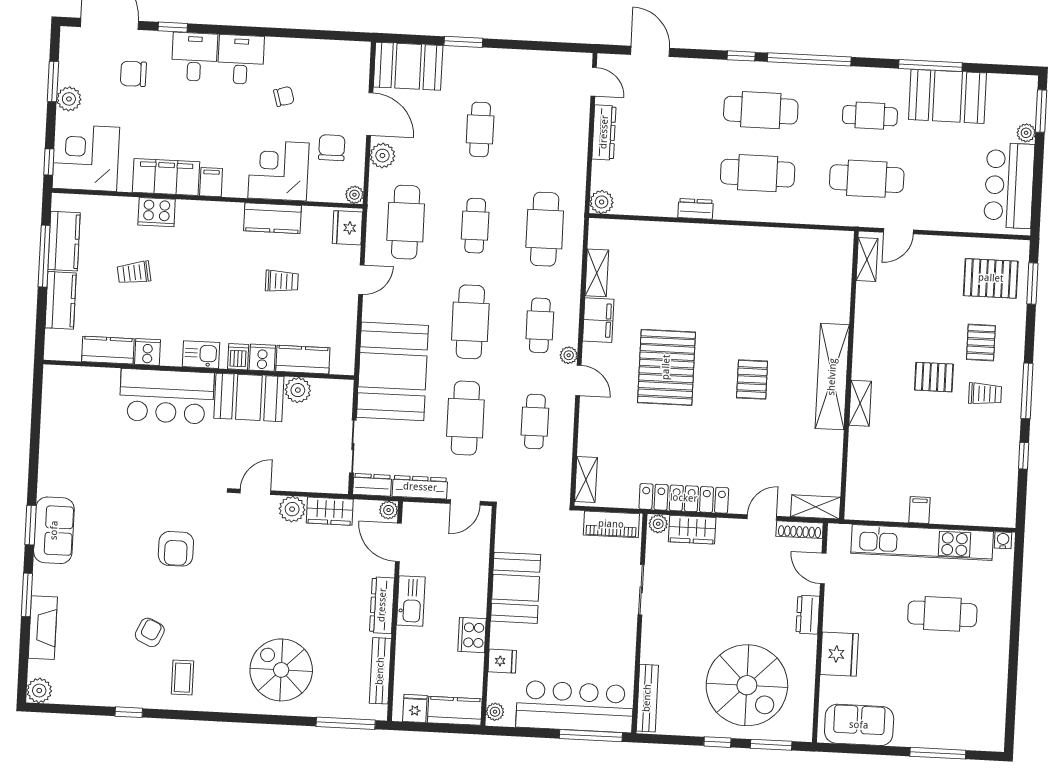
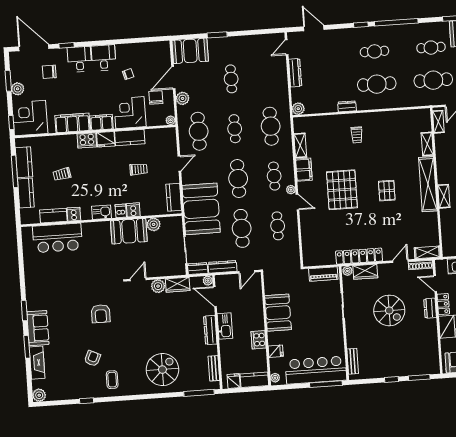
door: (594, 82) -> (287, 47), swing flipped
cafe table: (761, 110) -> (374, 51), width x0.73, depth x0.74
door: (370, 114) -> (173, 78), swing flipped
filing cabinet: (211, 182) -> (101, 122), width x2.00
cooker: (157, 212) -> (87, 140), moved
fridge: (347, 228) -> (106, 139), moved, turned -90
trolley: (708, 266) -> (357, 135), added
kitchen counter: (303, 360) -> (174, 197), moved, turned -90
bar counter: (167, 396) -> (57, 238), moved
shelving: (586, 479) -> (427, 144), moved
sofa: (54, 530) -> (38, 328), moved
locker: (834, 610) -> (443, 304), added
spiral stairs: (281, 670) -> (162, 370), turned 90
bench: (380, 671) -> (214, 368), width x0.73
spiral stairs: (747, 685) -> (389, 310), moved, width x0.73, depth x0.73
bench: (647, 698) -> (353, 361), width x0.73

